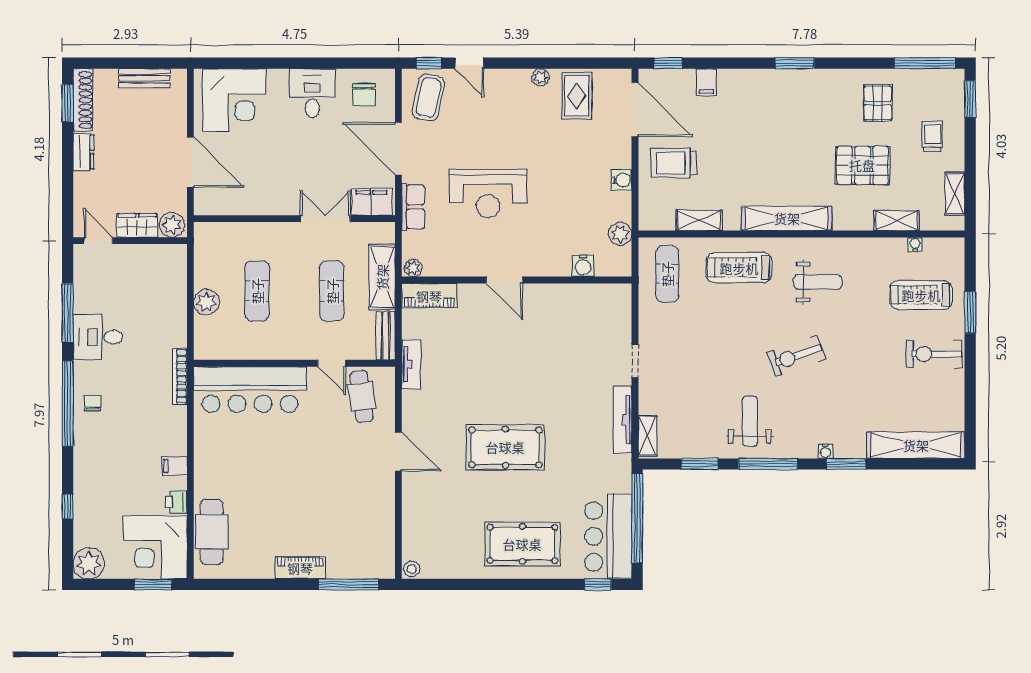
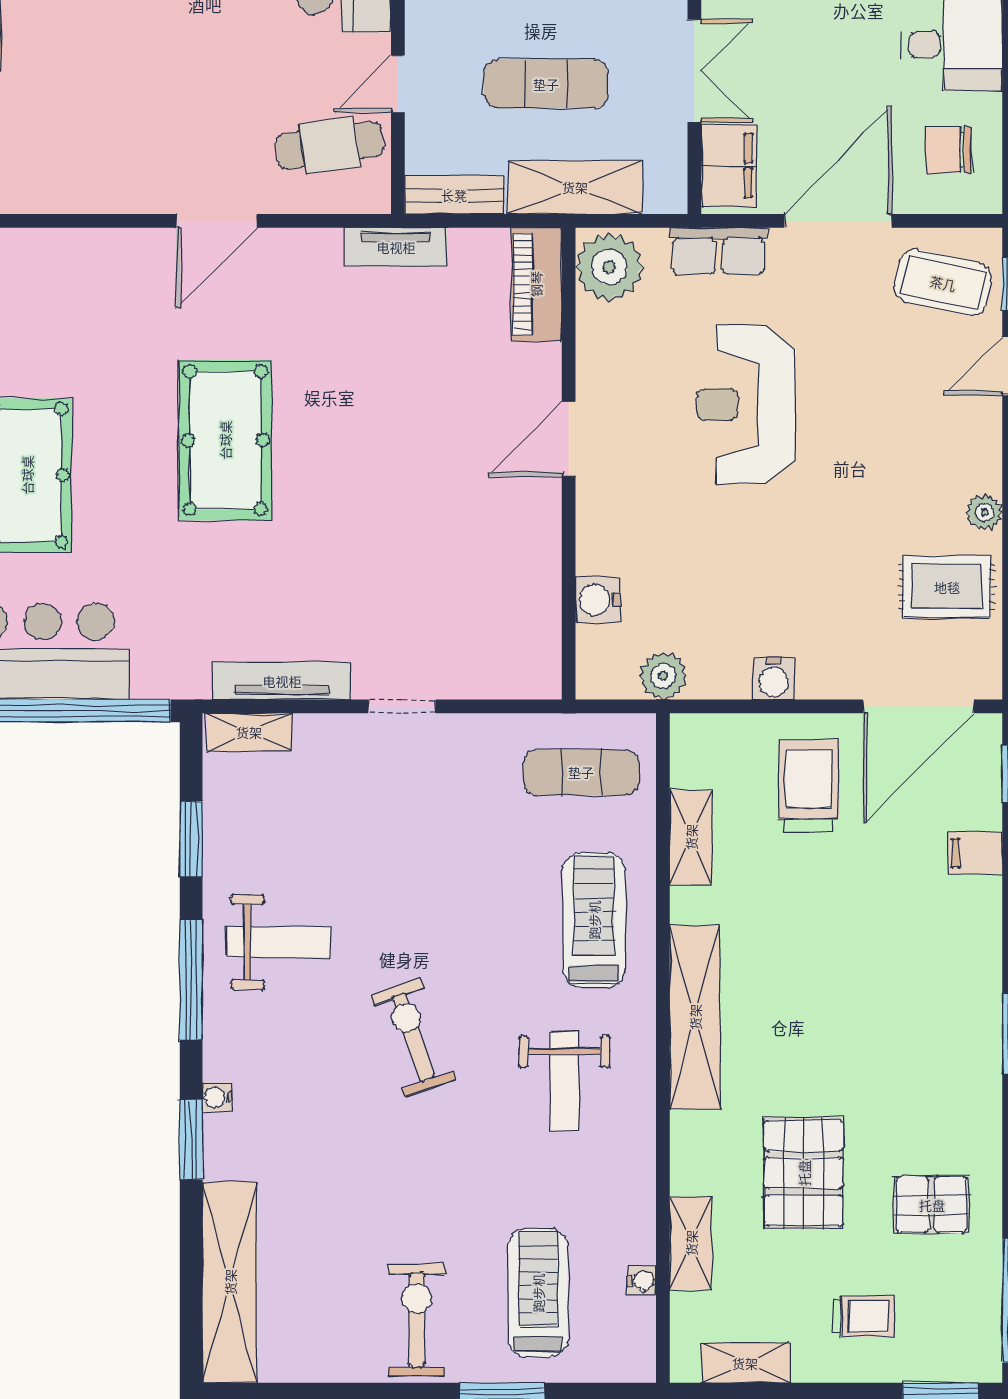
plant: (413, 268) -> (609, 267), width x1.87, depth x1.87

